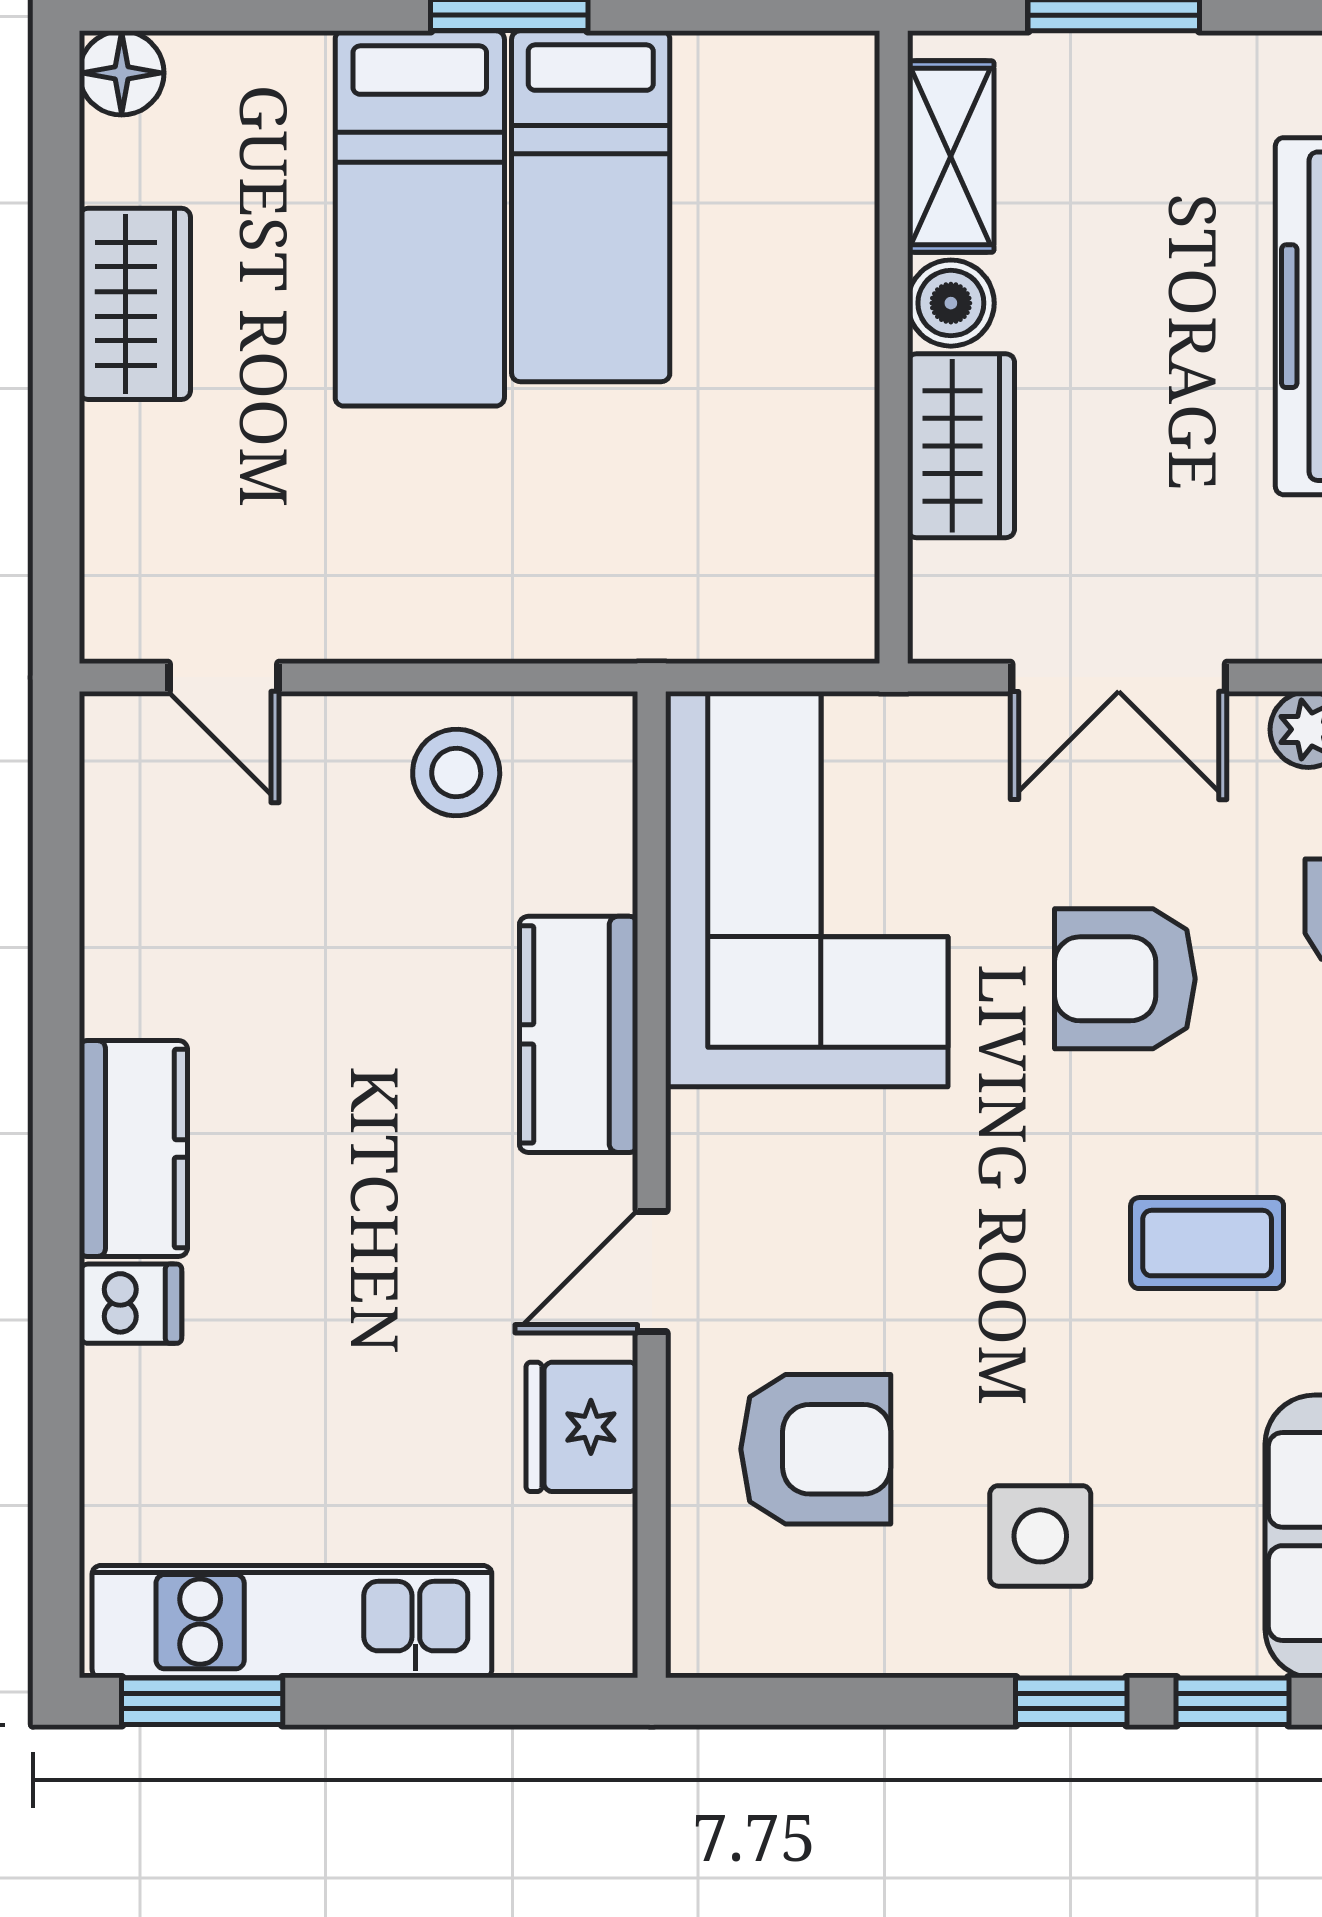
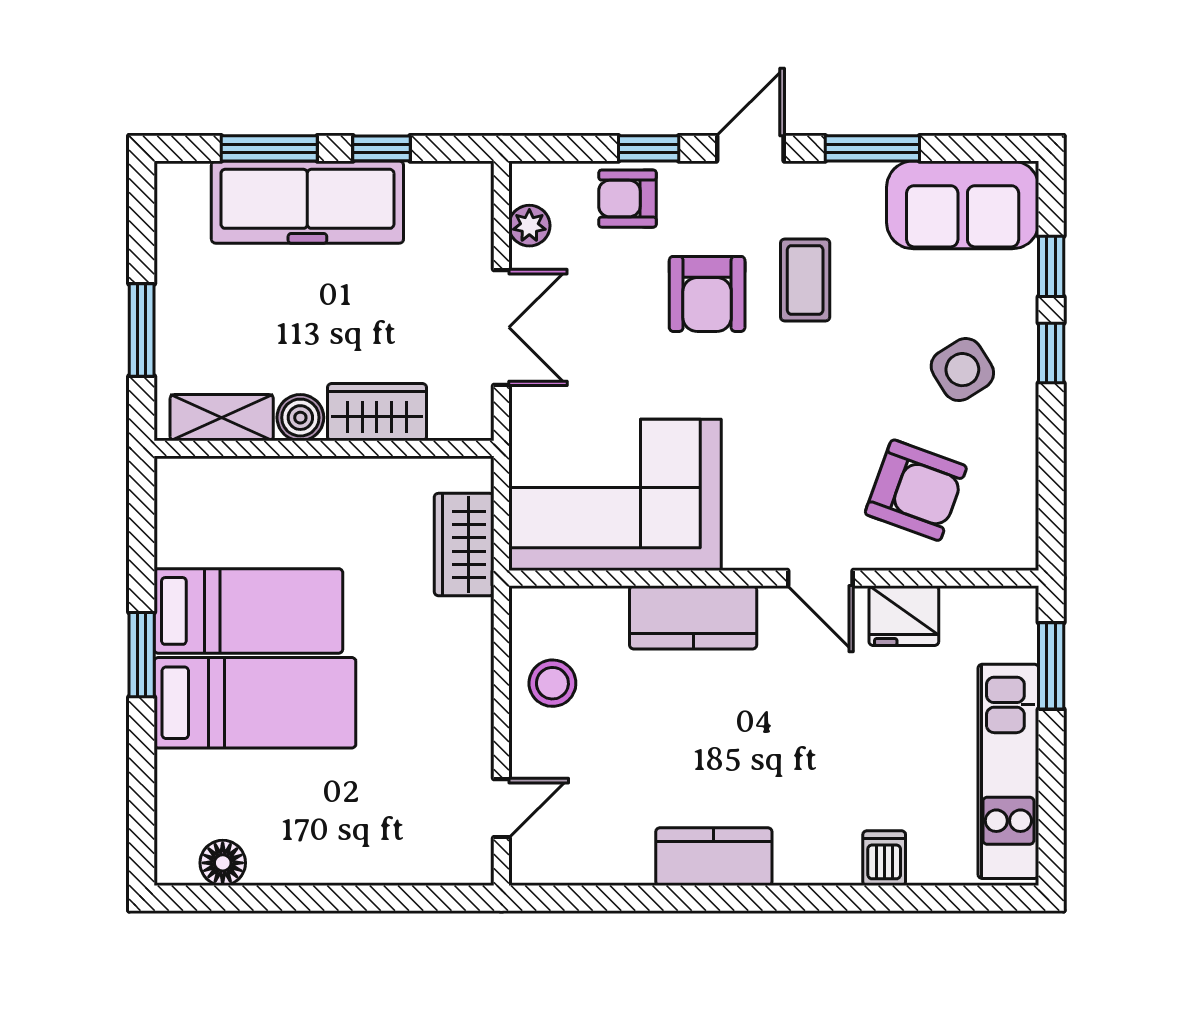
floor lamp: (122, 73) -> (223, 863), moved
wardrobe: (135, 304) -> (464, 545), moved, turned -90
armchair: (1125, 979) -> (707, 294), moved
kitchen counter: (133, 1149) -> (714, 857), moved
dishwasher: (130, 1304) -> (884, 858), moved
armchair: (816, 1449) -> (916, 490), turned 110
side table: (1040, 1536) -> (962, 370), turned -32
window: (202, 1701) -> (1051, 666), moved

